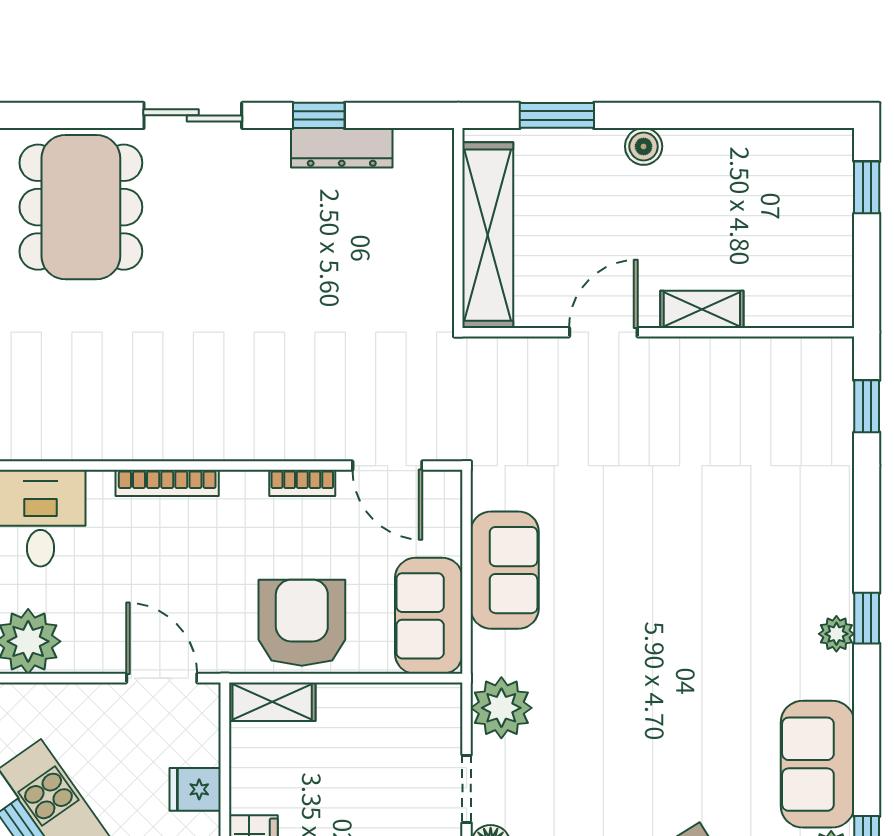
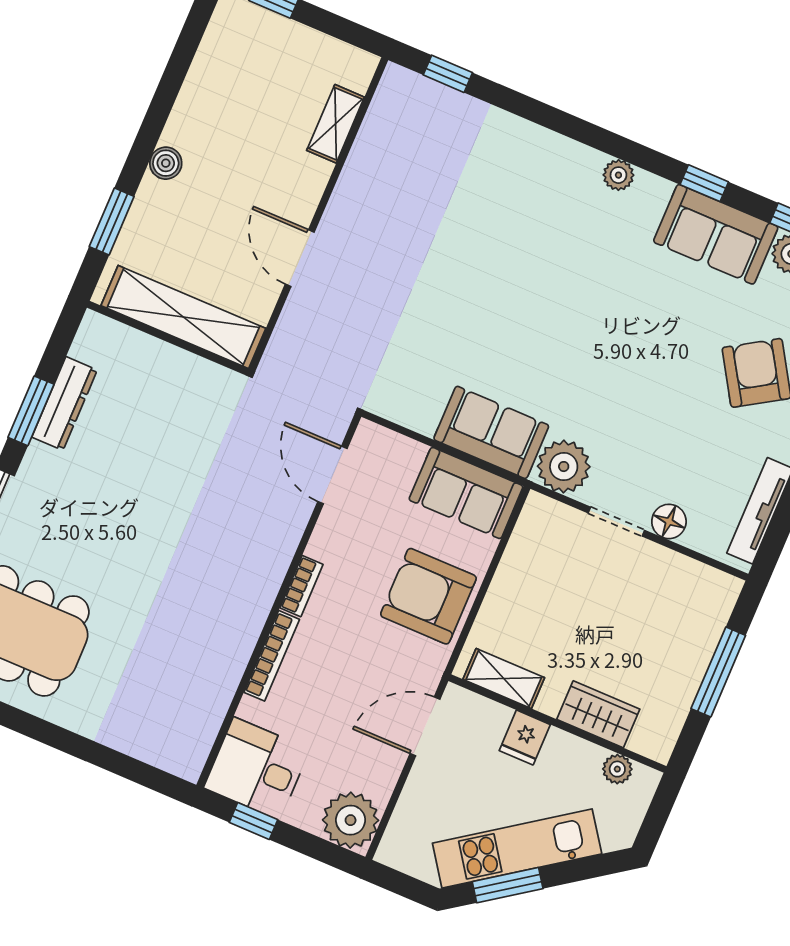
window: (319, 115) -> (31, 411), width x1.50
shelving: (702, 309) -> (336, 124), moved
door: (387, 466) -> (333, 475), swing flipped
bookcase: (302, 483) -> (301, 586), moved
sofa: (505, 570) -> (491, 432), moved
window: (867, 618) -> (704, 183), moved
shelving: (272, 702) -> (504, 679), moved, turned 90

